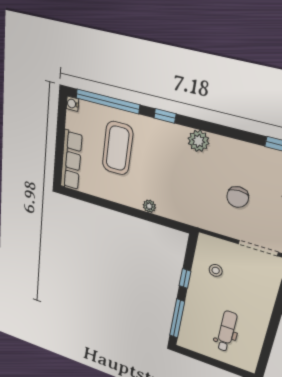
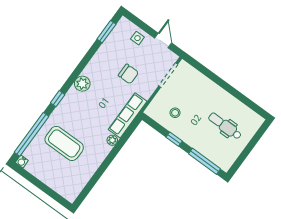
row of seats: (71, 160) -> (128, 115), moved, turned -90

